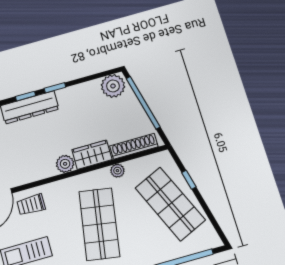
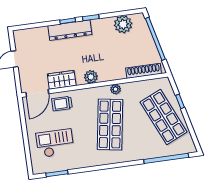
plant: (113, 86) -> (123, 24), moved
wardrobe: (92, 155) -> (62, 80), moved
plant: (117, 171) -> (116, 89), moved

